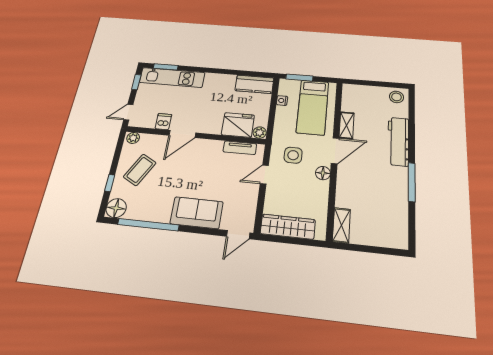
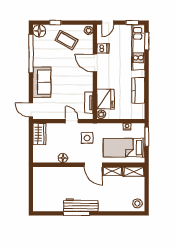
kitchen counter: (254, 84) -> (138, 91), moved
door: (128, 112) -> (108, 23), swing flipped
workbench: (398, 141) -> (81, 205), moved
floor lamp: (323, 173) -> (63, 158), moved
shelving: (341, 225) -> (134, 172), moved
wardrobe: (288, 227) -> (39, 134), width x0.67

